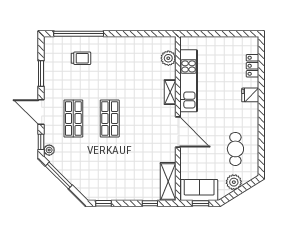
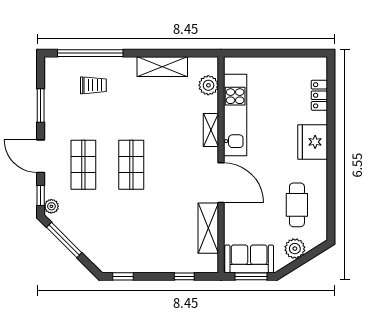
shelving: (133, 44) -> (162, 67), added
fridge: (250, 95) -> (313, 142), width x1.88, depth x1.34
shelving: (168, 181) -> (208, 228), moved
window: (201, 203) -> (251, 276), width x1.50

